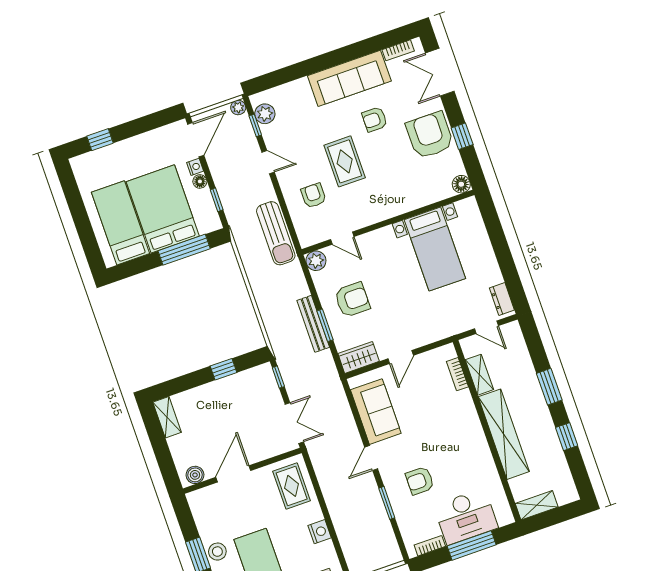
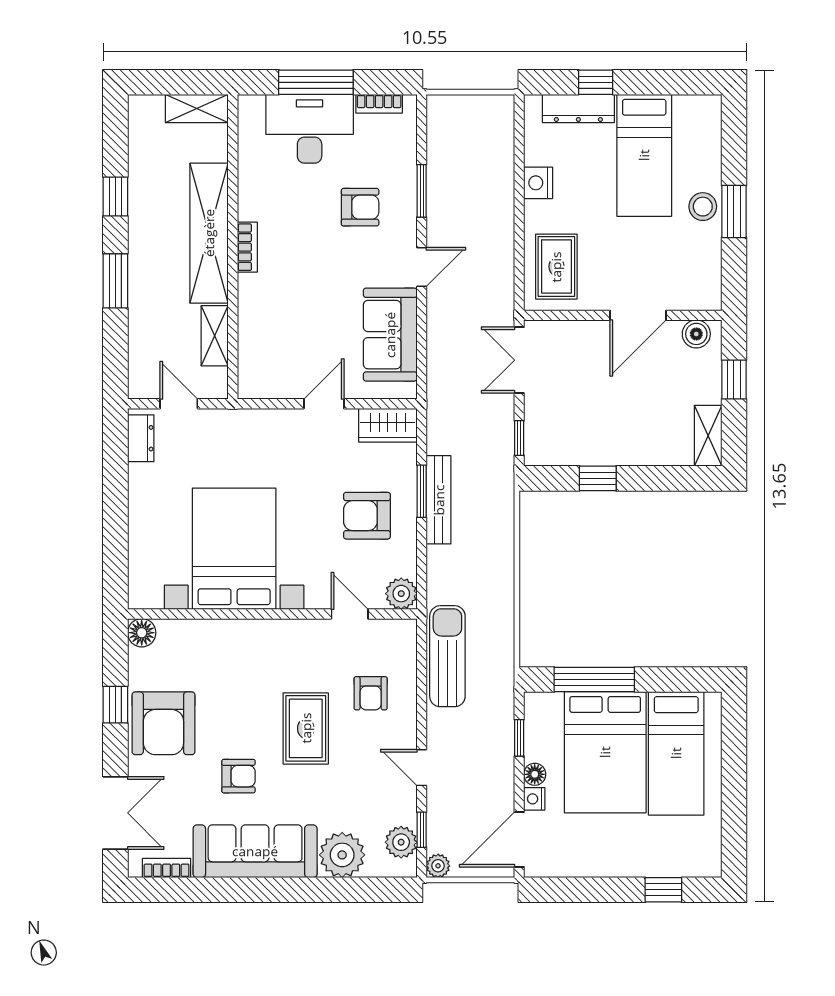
plant: (297, 94) -> (342, 855), added
bed with nightstands: (435, 249) -> (234, 549), width x1.36
bookcase: (457, 374) -> (247, 247), moved
window: (163, 456) -> (734, 379), added

